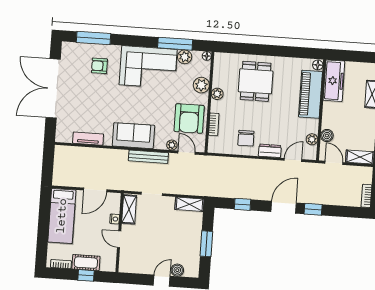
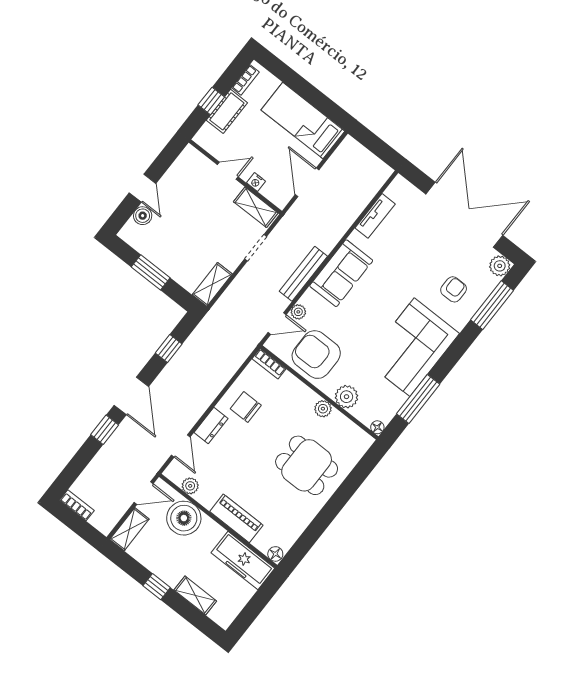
plant: (185, 57) -> (500, 266), moved
piano: (310, 94) -> (236, 518), width x0.73, depth x0.75
bookcase: (214, 124) -> (269, 364), moved
boiler: (327, 136) -> (184, 518), width x1.86, depth x1.86

